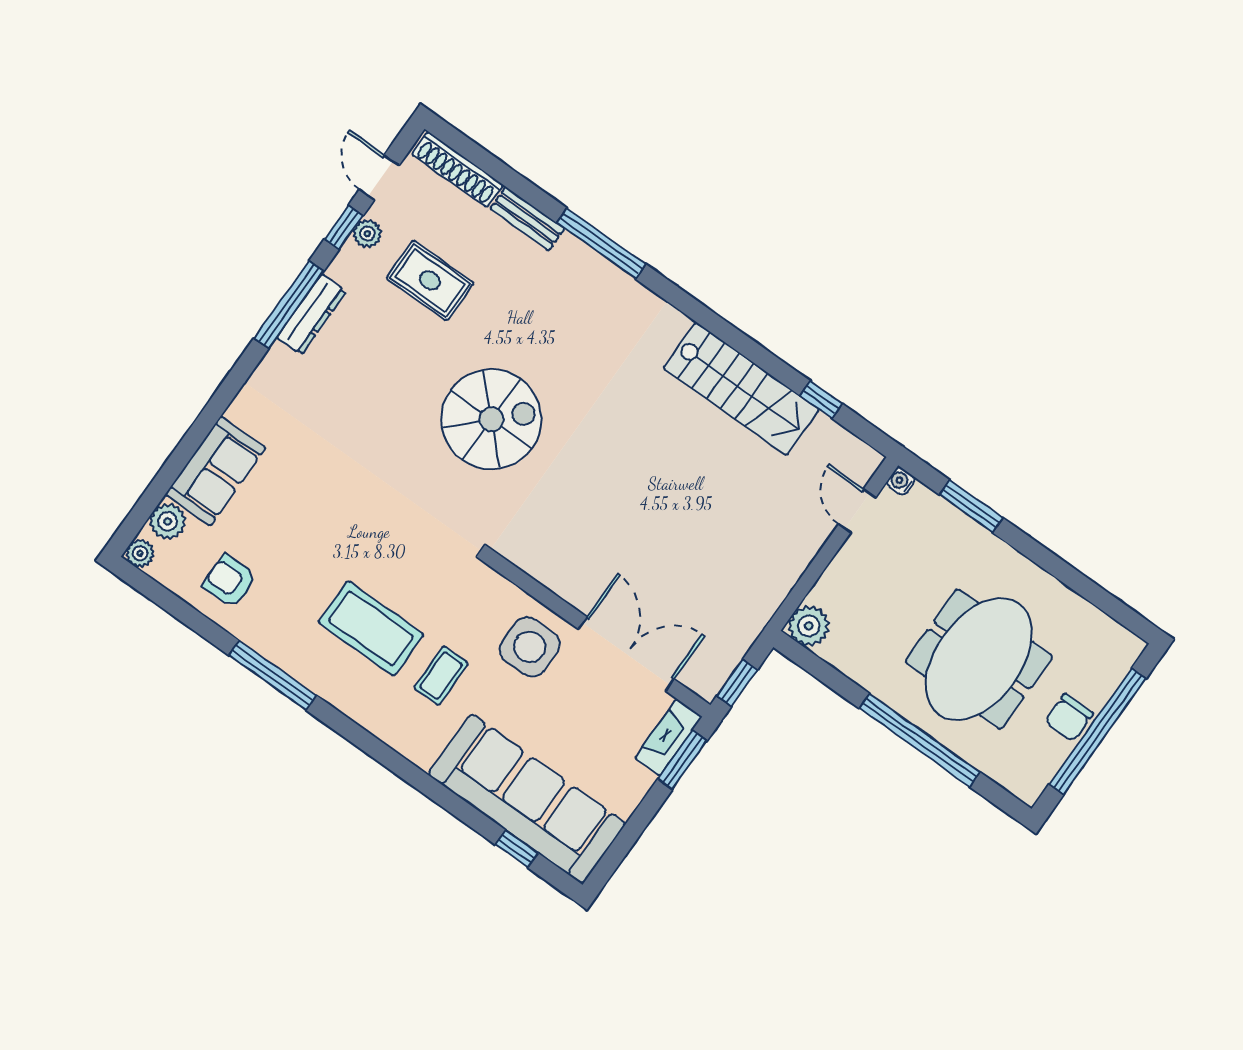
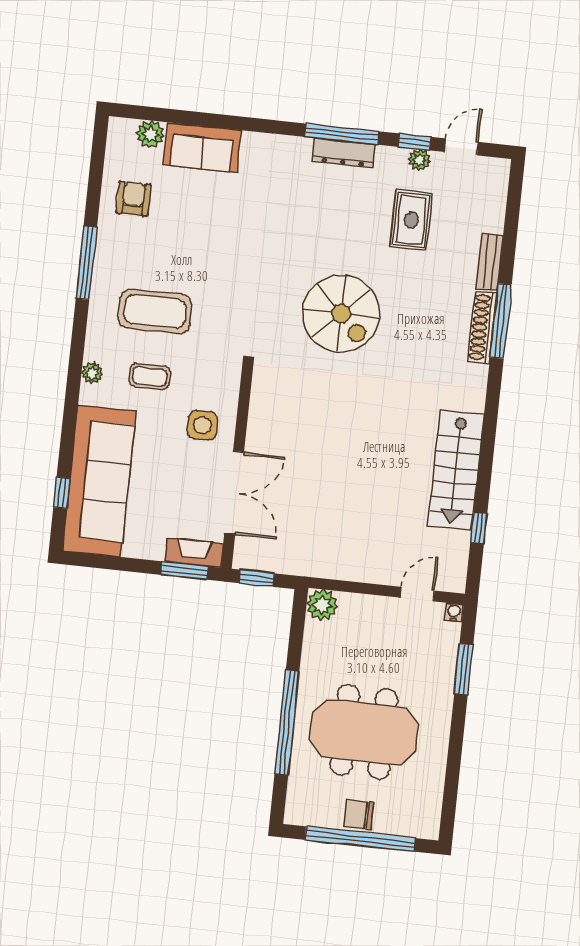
shoe rack: (457, 170) -> (482, 327), moved
plant: (140, 553) -> (92, 373), moved
coffee table: (371, 628) -> (155, 311), turned 90
side table: (530, 647) -> (202, 425), width x0.73, depth x0.73

